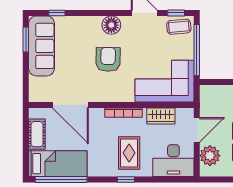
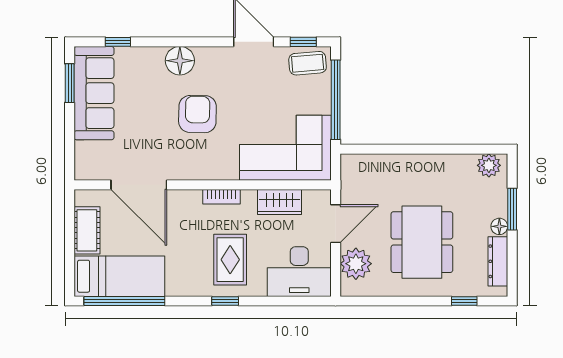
floor lamp: (111, 25) -> (180, 61), moved
bookcase: (123, 113) -> (221, 197), width x0.64

